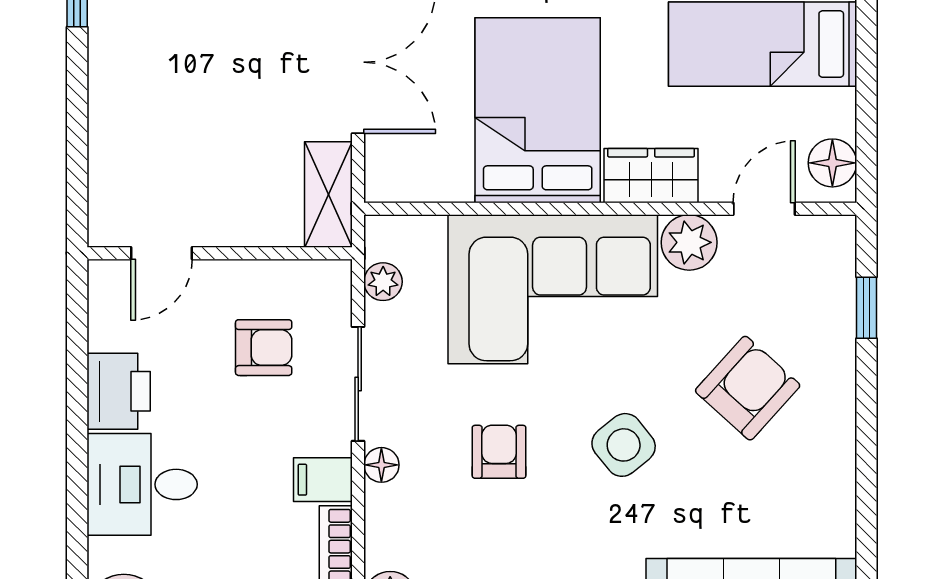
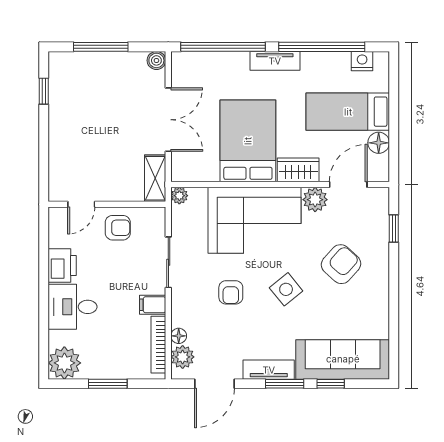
floor lamp: (832, 163) -> (379, 143), moved
door: (764, 209) -> (348, 185), width x1.38
plant: (383, 282) -> (179, 196), moved
armchair: (264, 348) -> (118, 228), moved
armchair: (499, 452) -> (231, 292), turned 180
floor lamp: (381, 465) -> (179, 336), moved

